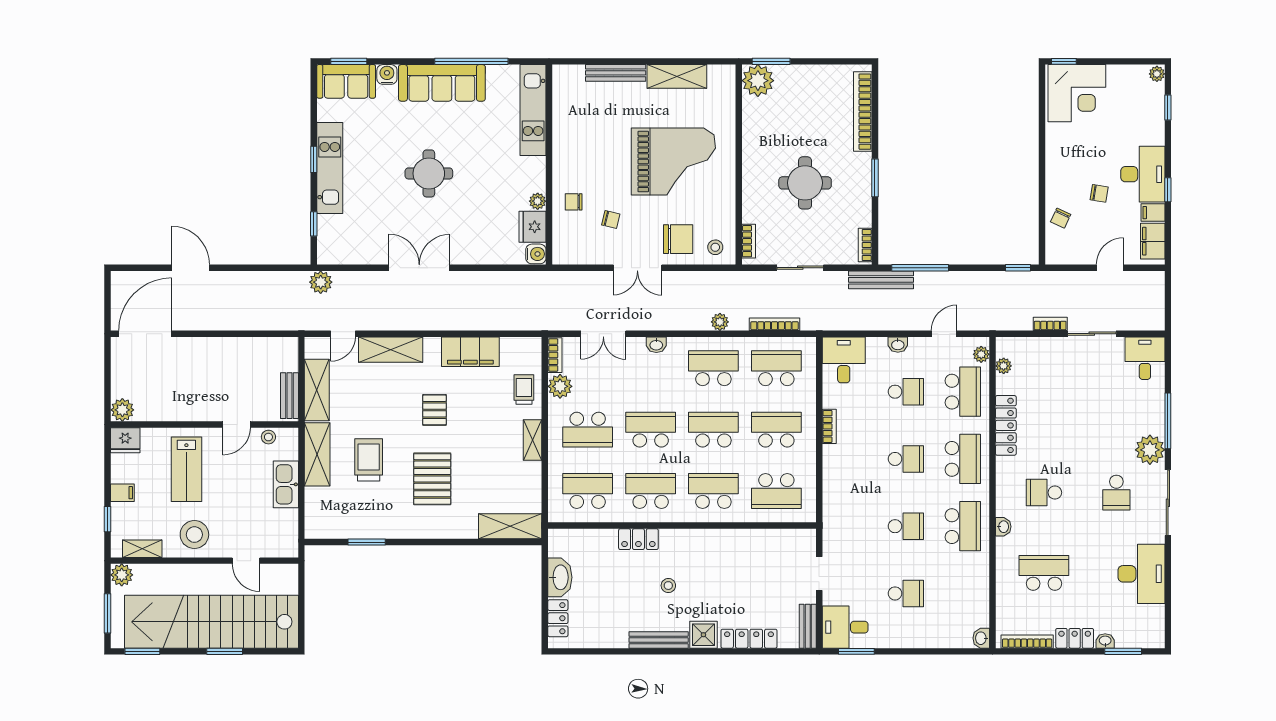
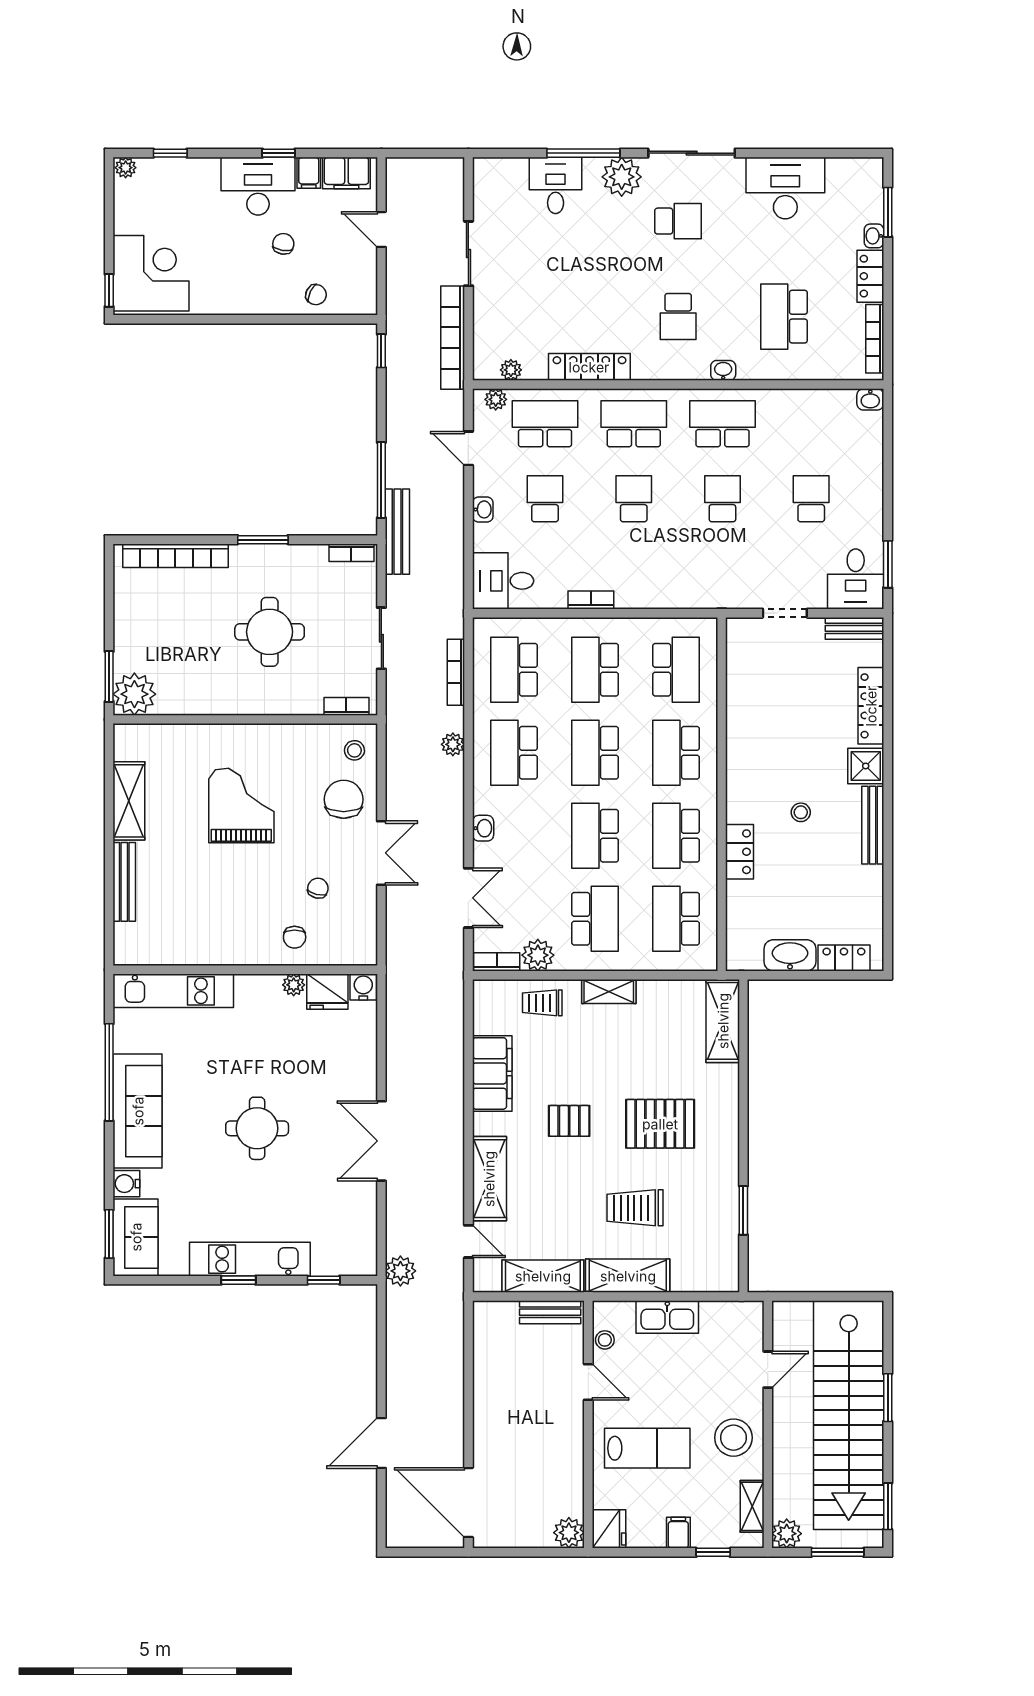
grand piano: (673, 162) -> (241, 805), width x0.73, depth x0.68
bookcase: (1050, 324) -> (453, 338), width x2.31, depth x1.31
desk: (1145, 358) -> (556, 185), moved, turned 90

